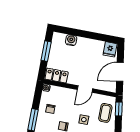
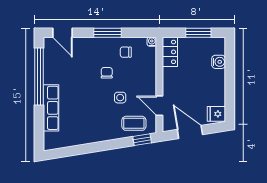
door: (85, 89) -> (159, 106), moved

